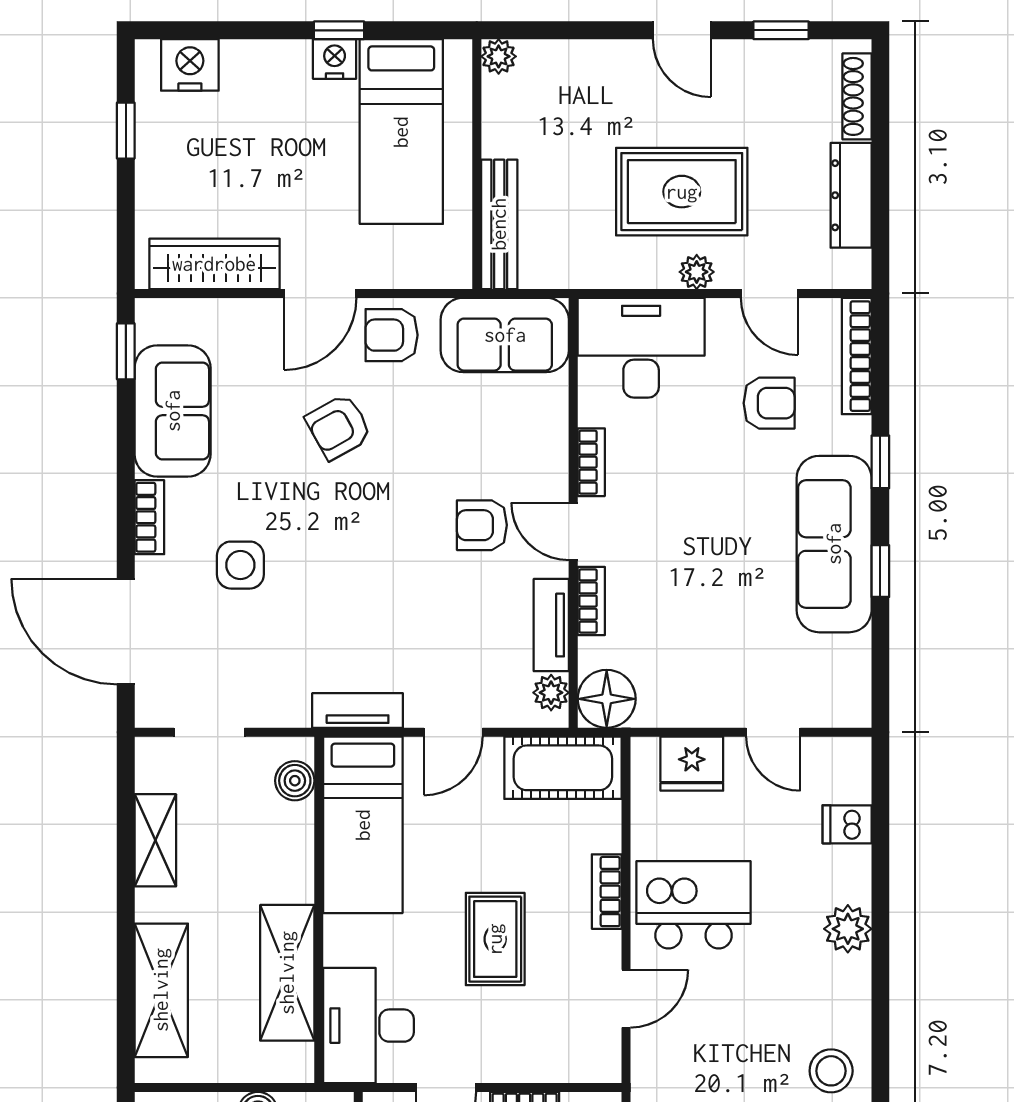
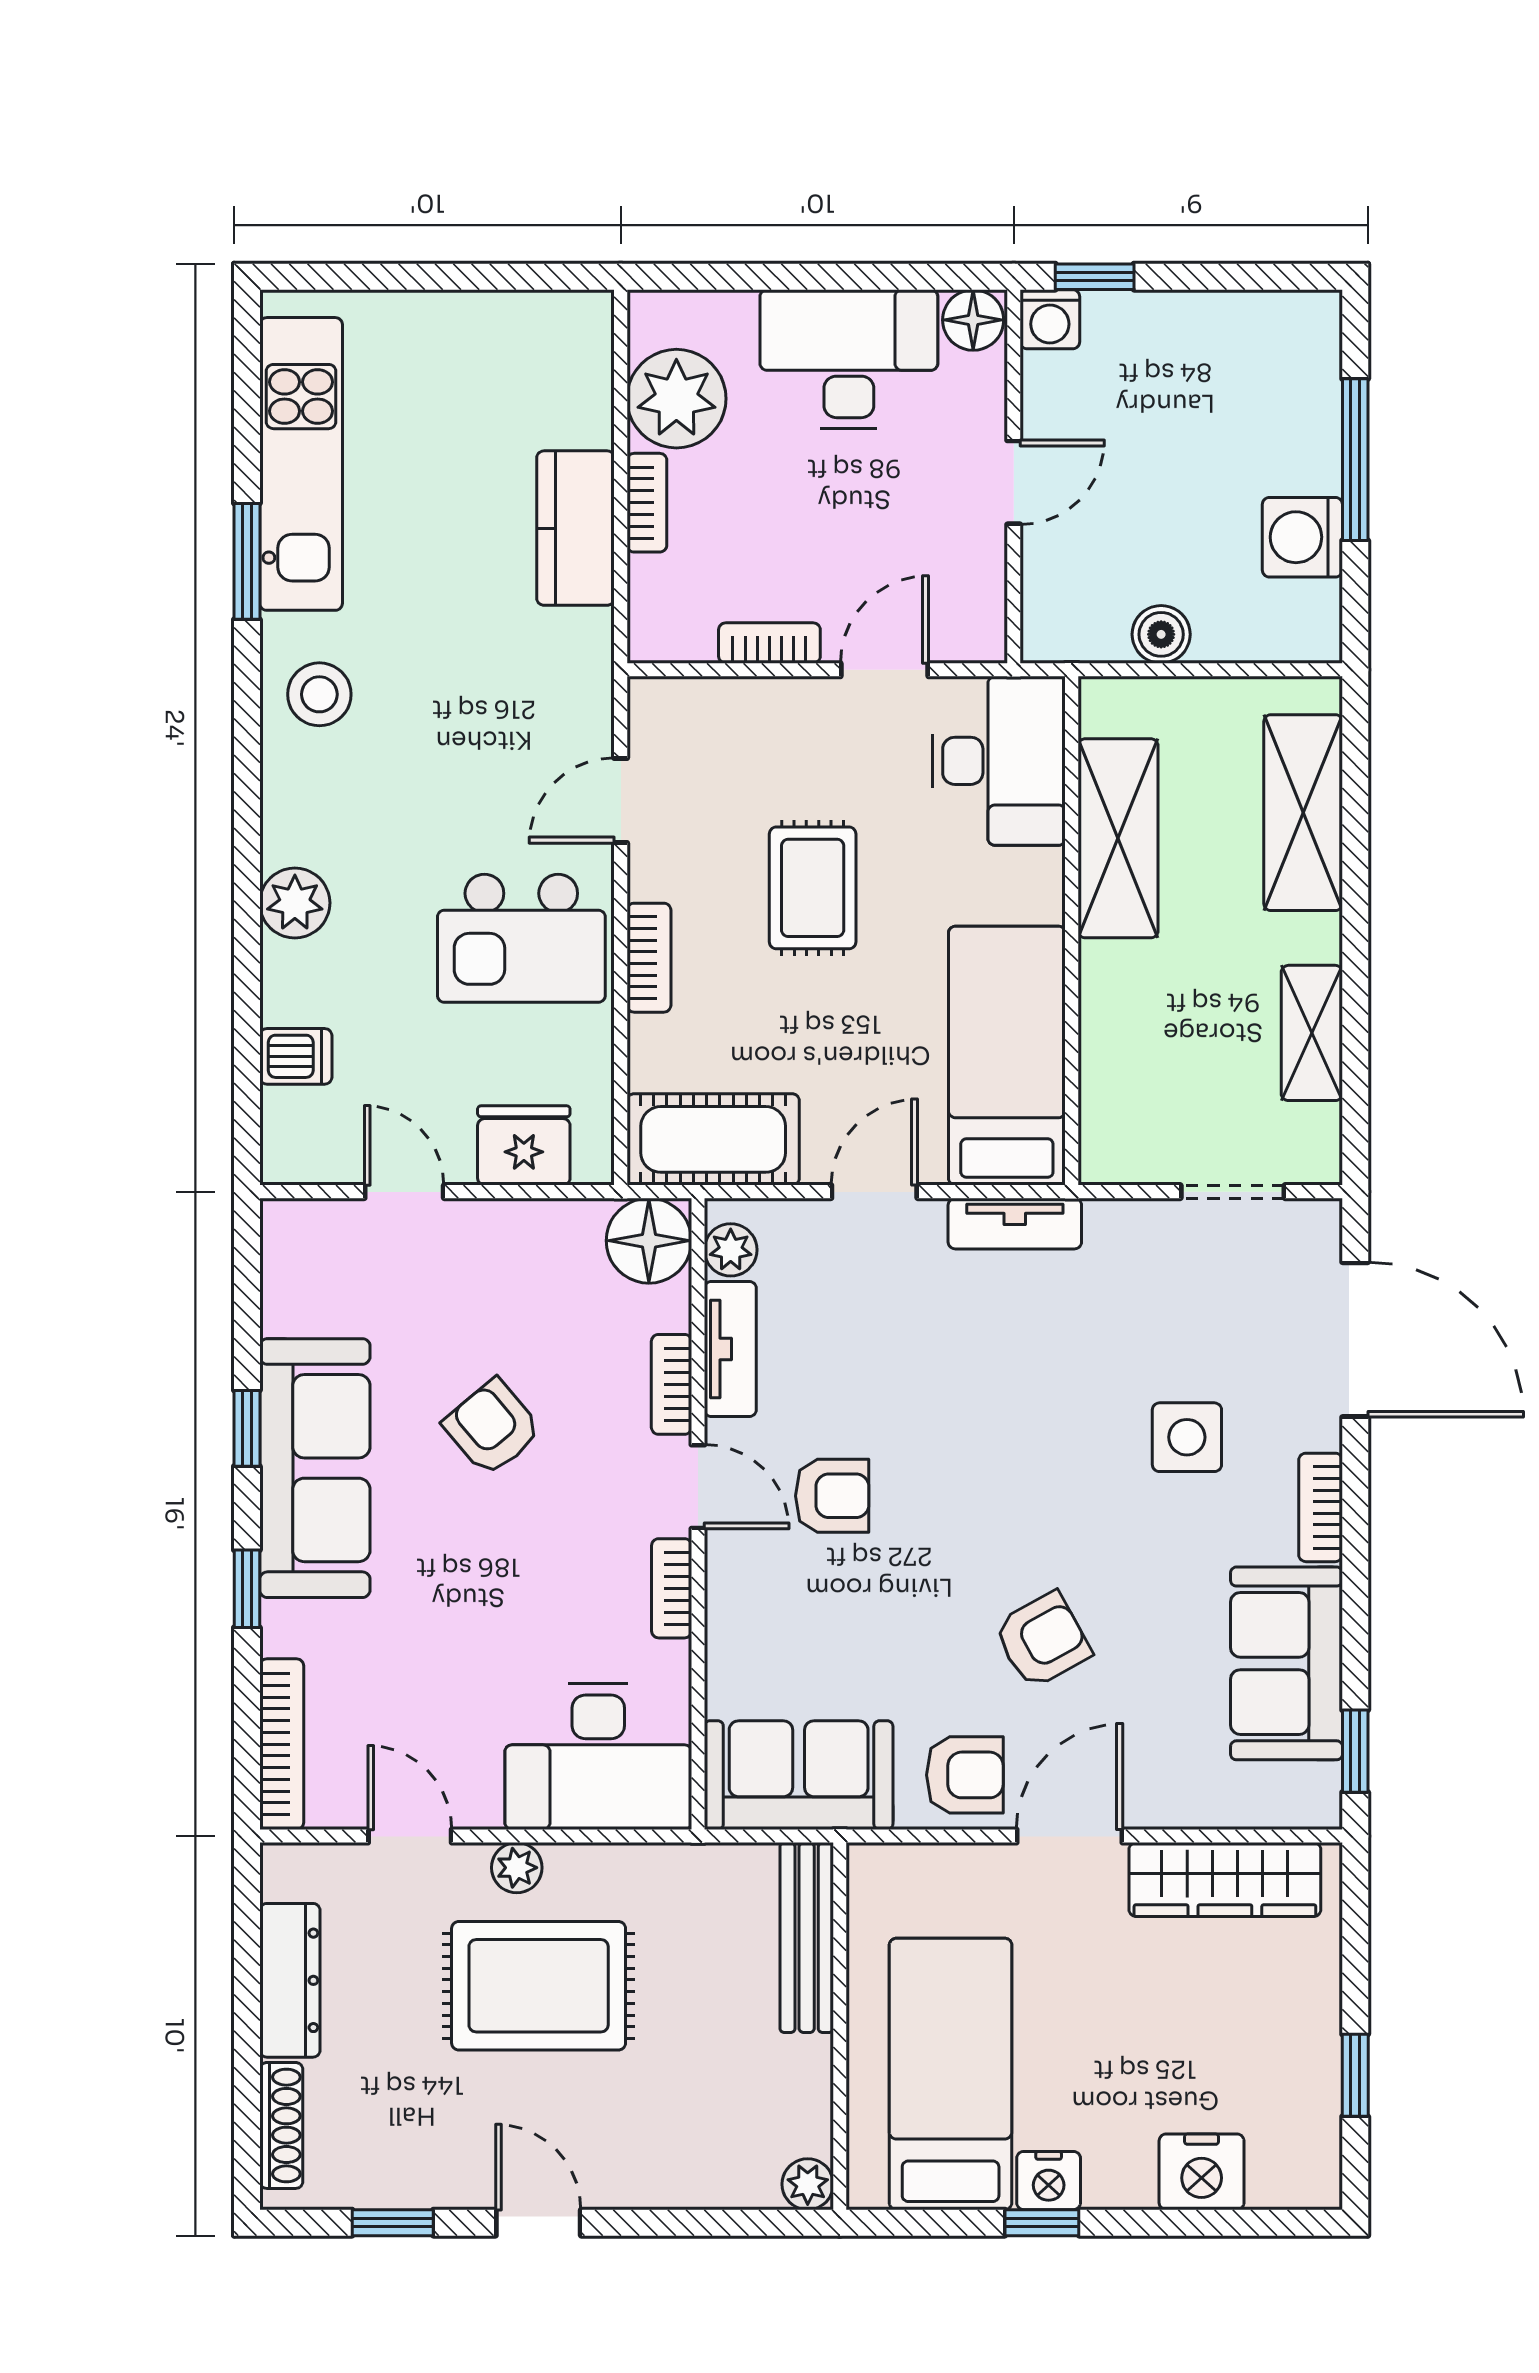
nightstand: (190, 65) -> (1202, 2172), moved
armchair: (769, 403) -> (492, 1427), moved, turned 50
boiler: (295, 781) -> (1107, 1121), removed

